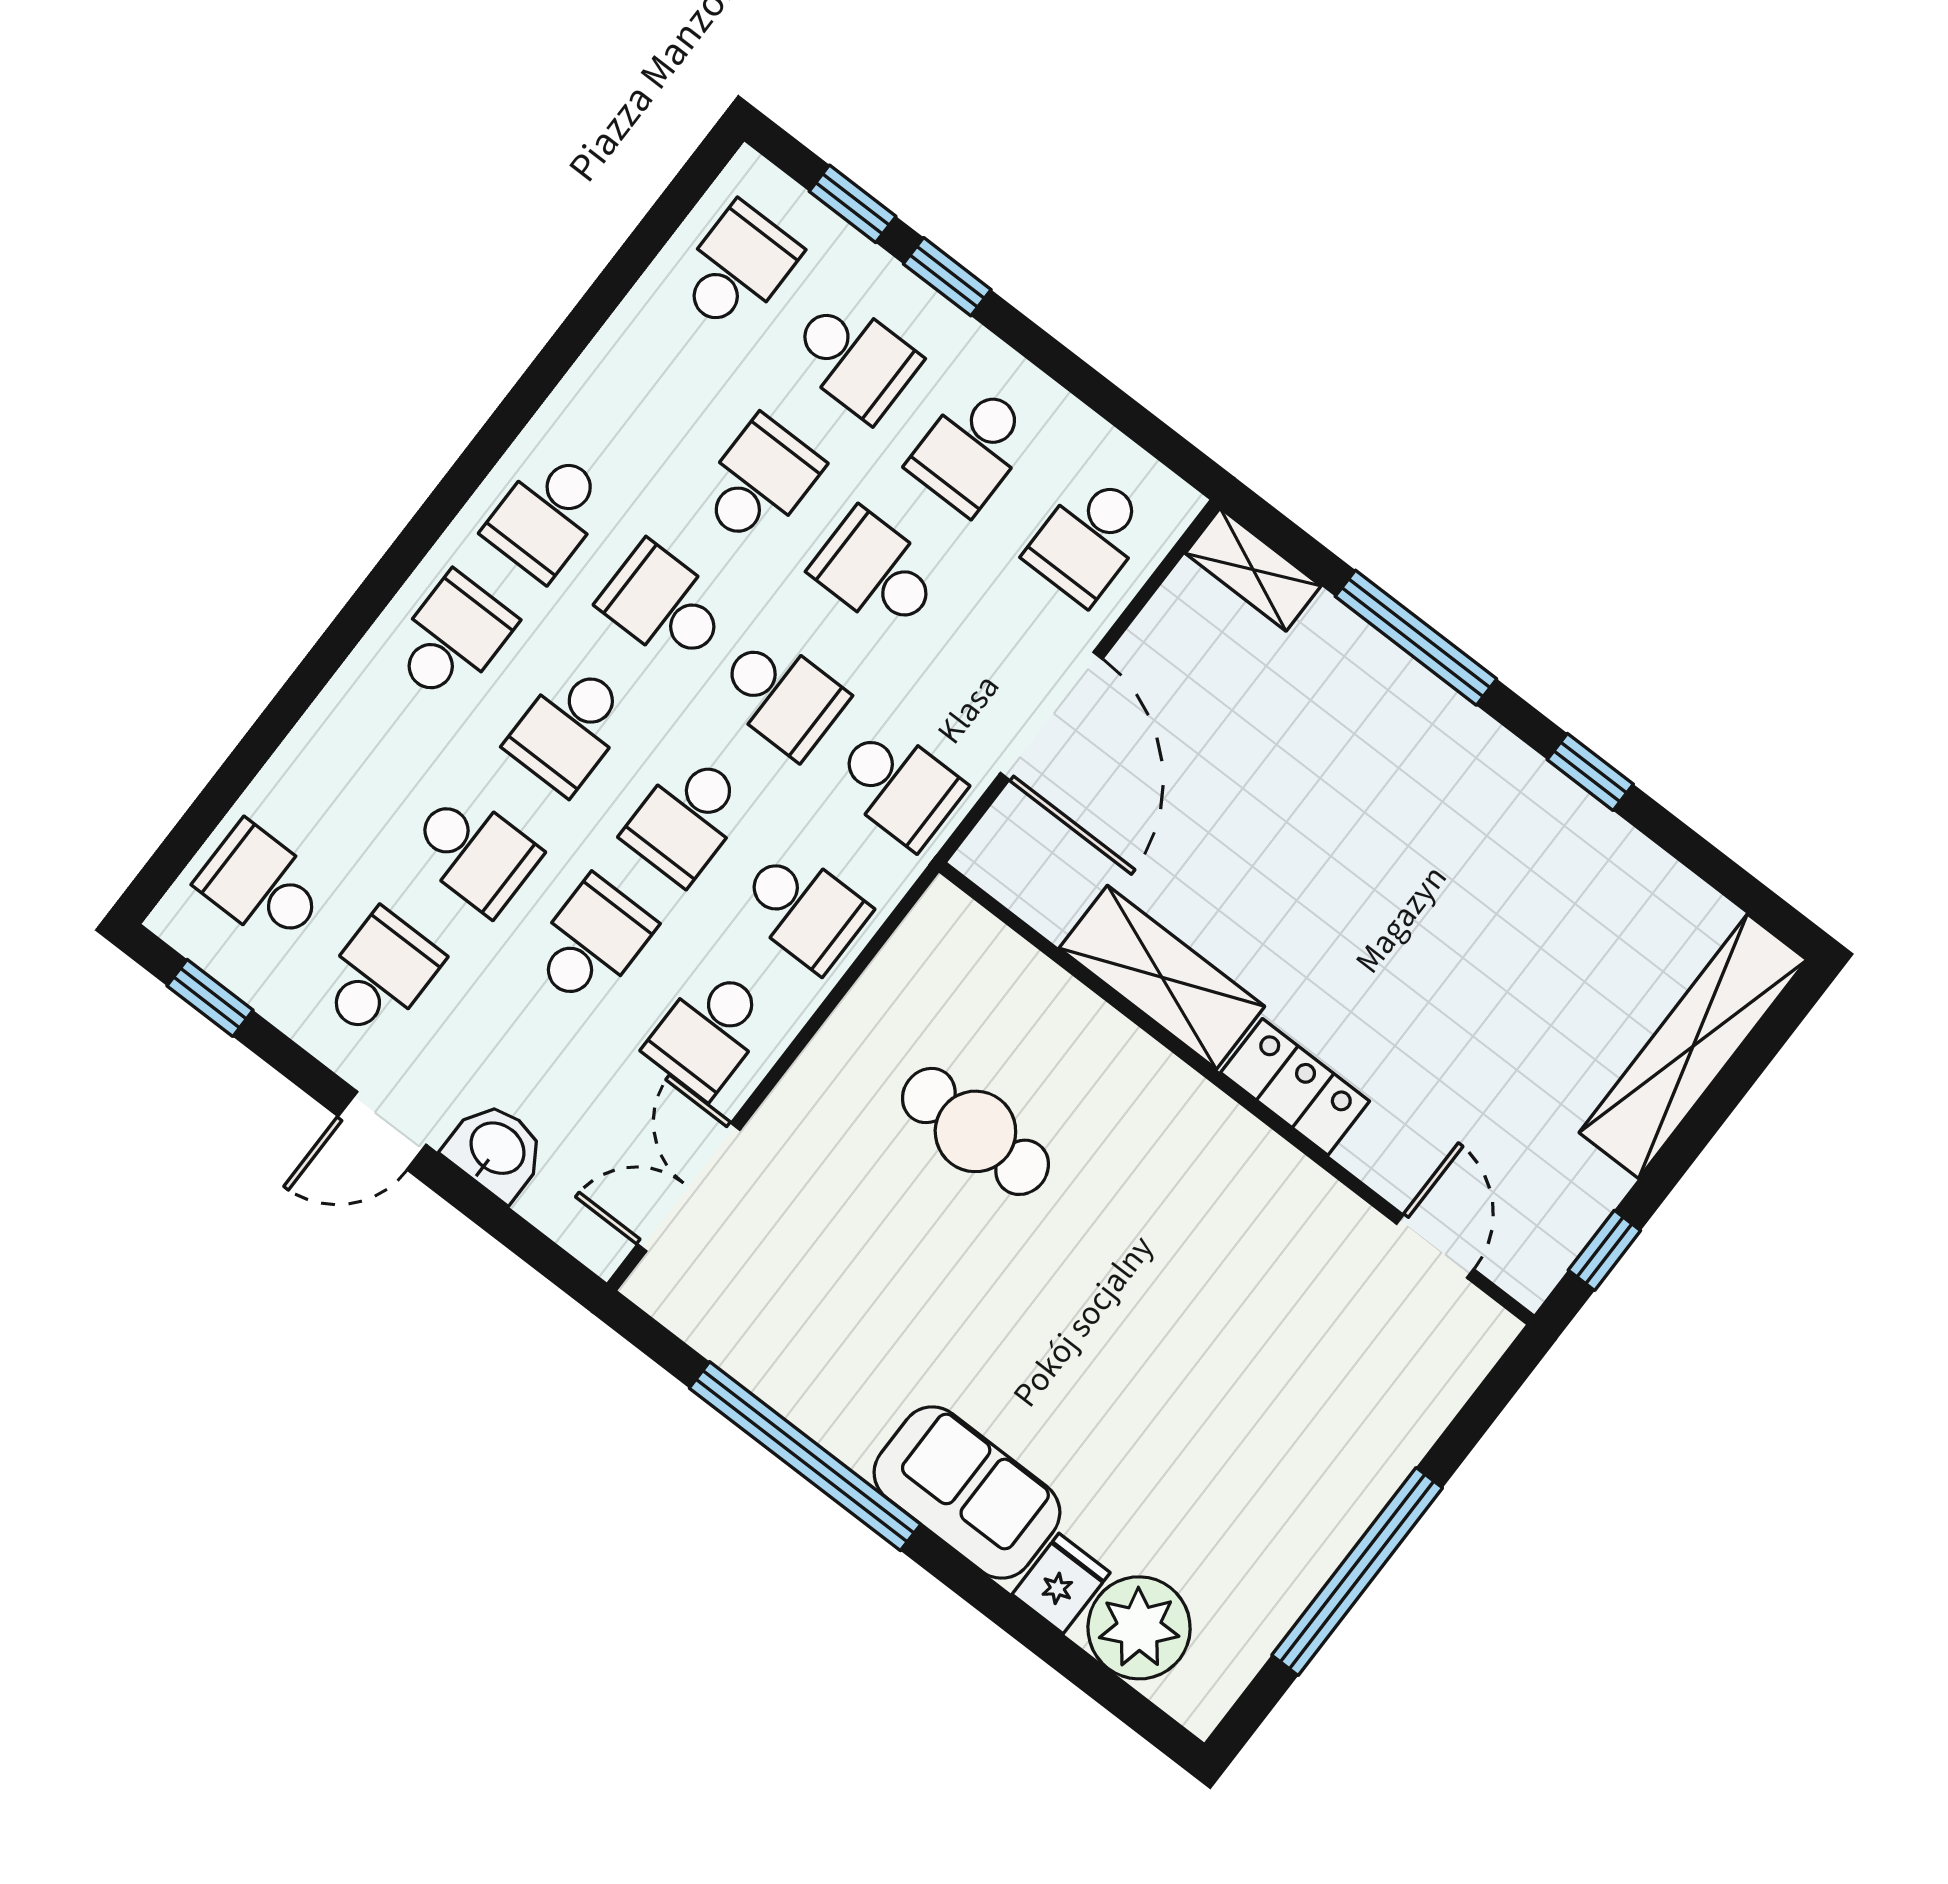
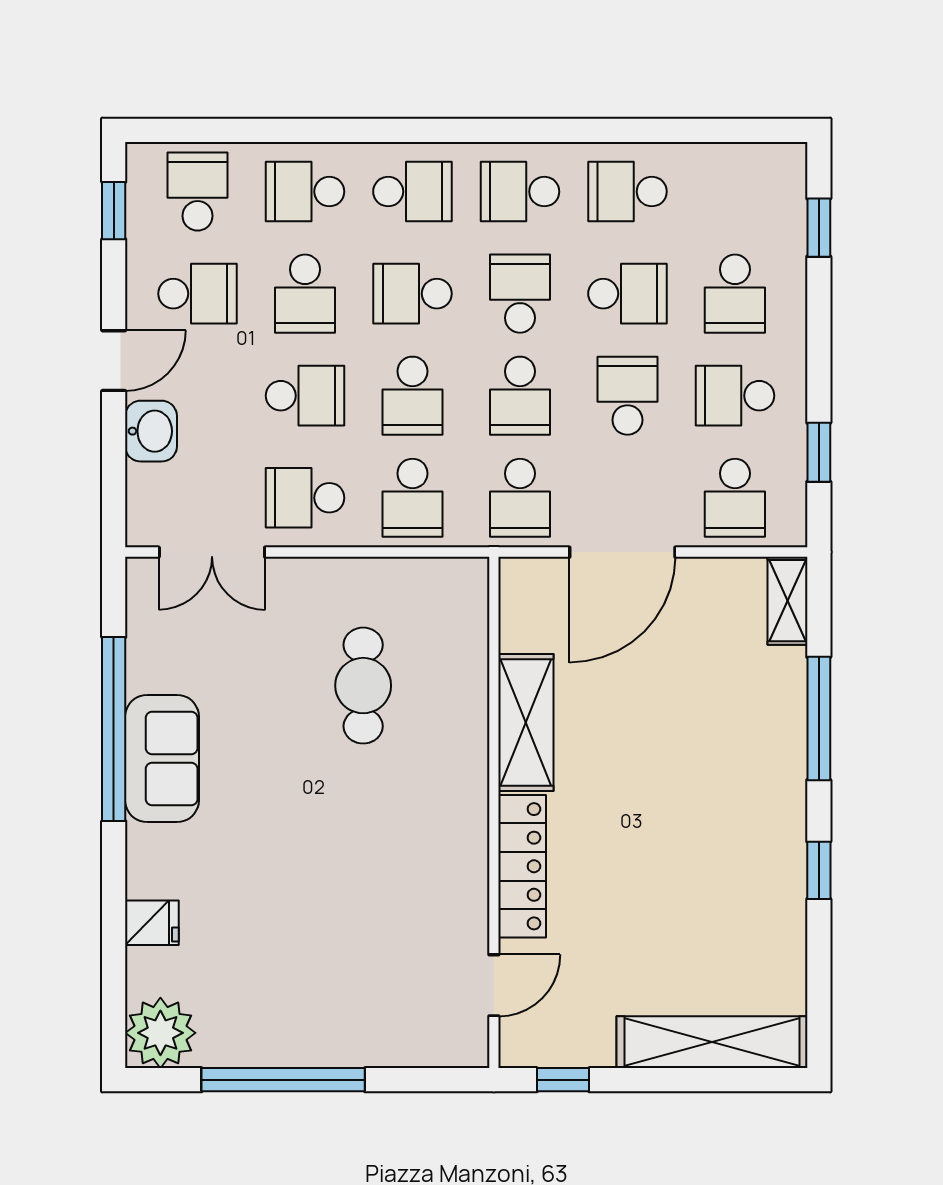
school desk: (737, 268) -> (627, 192), moved, turned 180
window: (947, 277) -> (819, 452), moved
school desk: (1089, 539) -> (735, 498), turned -90
school desk: (357, 762) -> (305, 192), added
school desk: (686, 819) -> (412, 396), turned -90
locker: (1295, 1087) -> (522, 866), width x1.53
door: (382, 1131) -> (114, 361), swing flipped
double door: (689, 1187) -> (212, 552), swing flipped
sofa: (967, 1492) -> (162, 758), moved
plant: (1139, 1628) -> (160, 1033), moved

